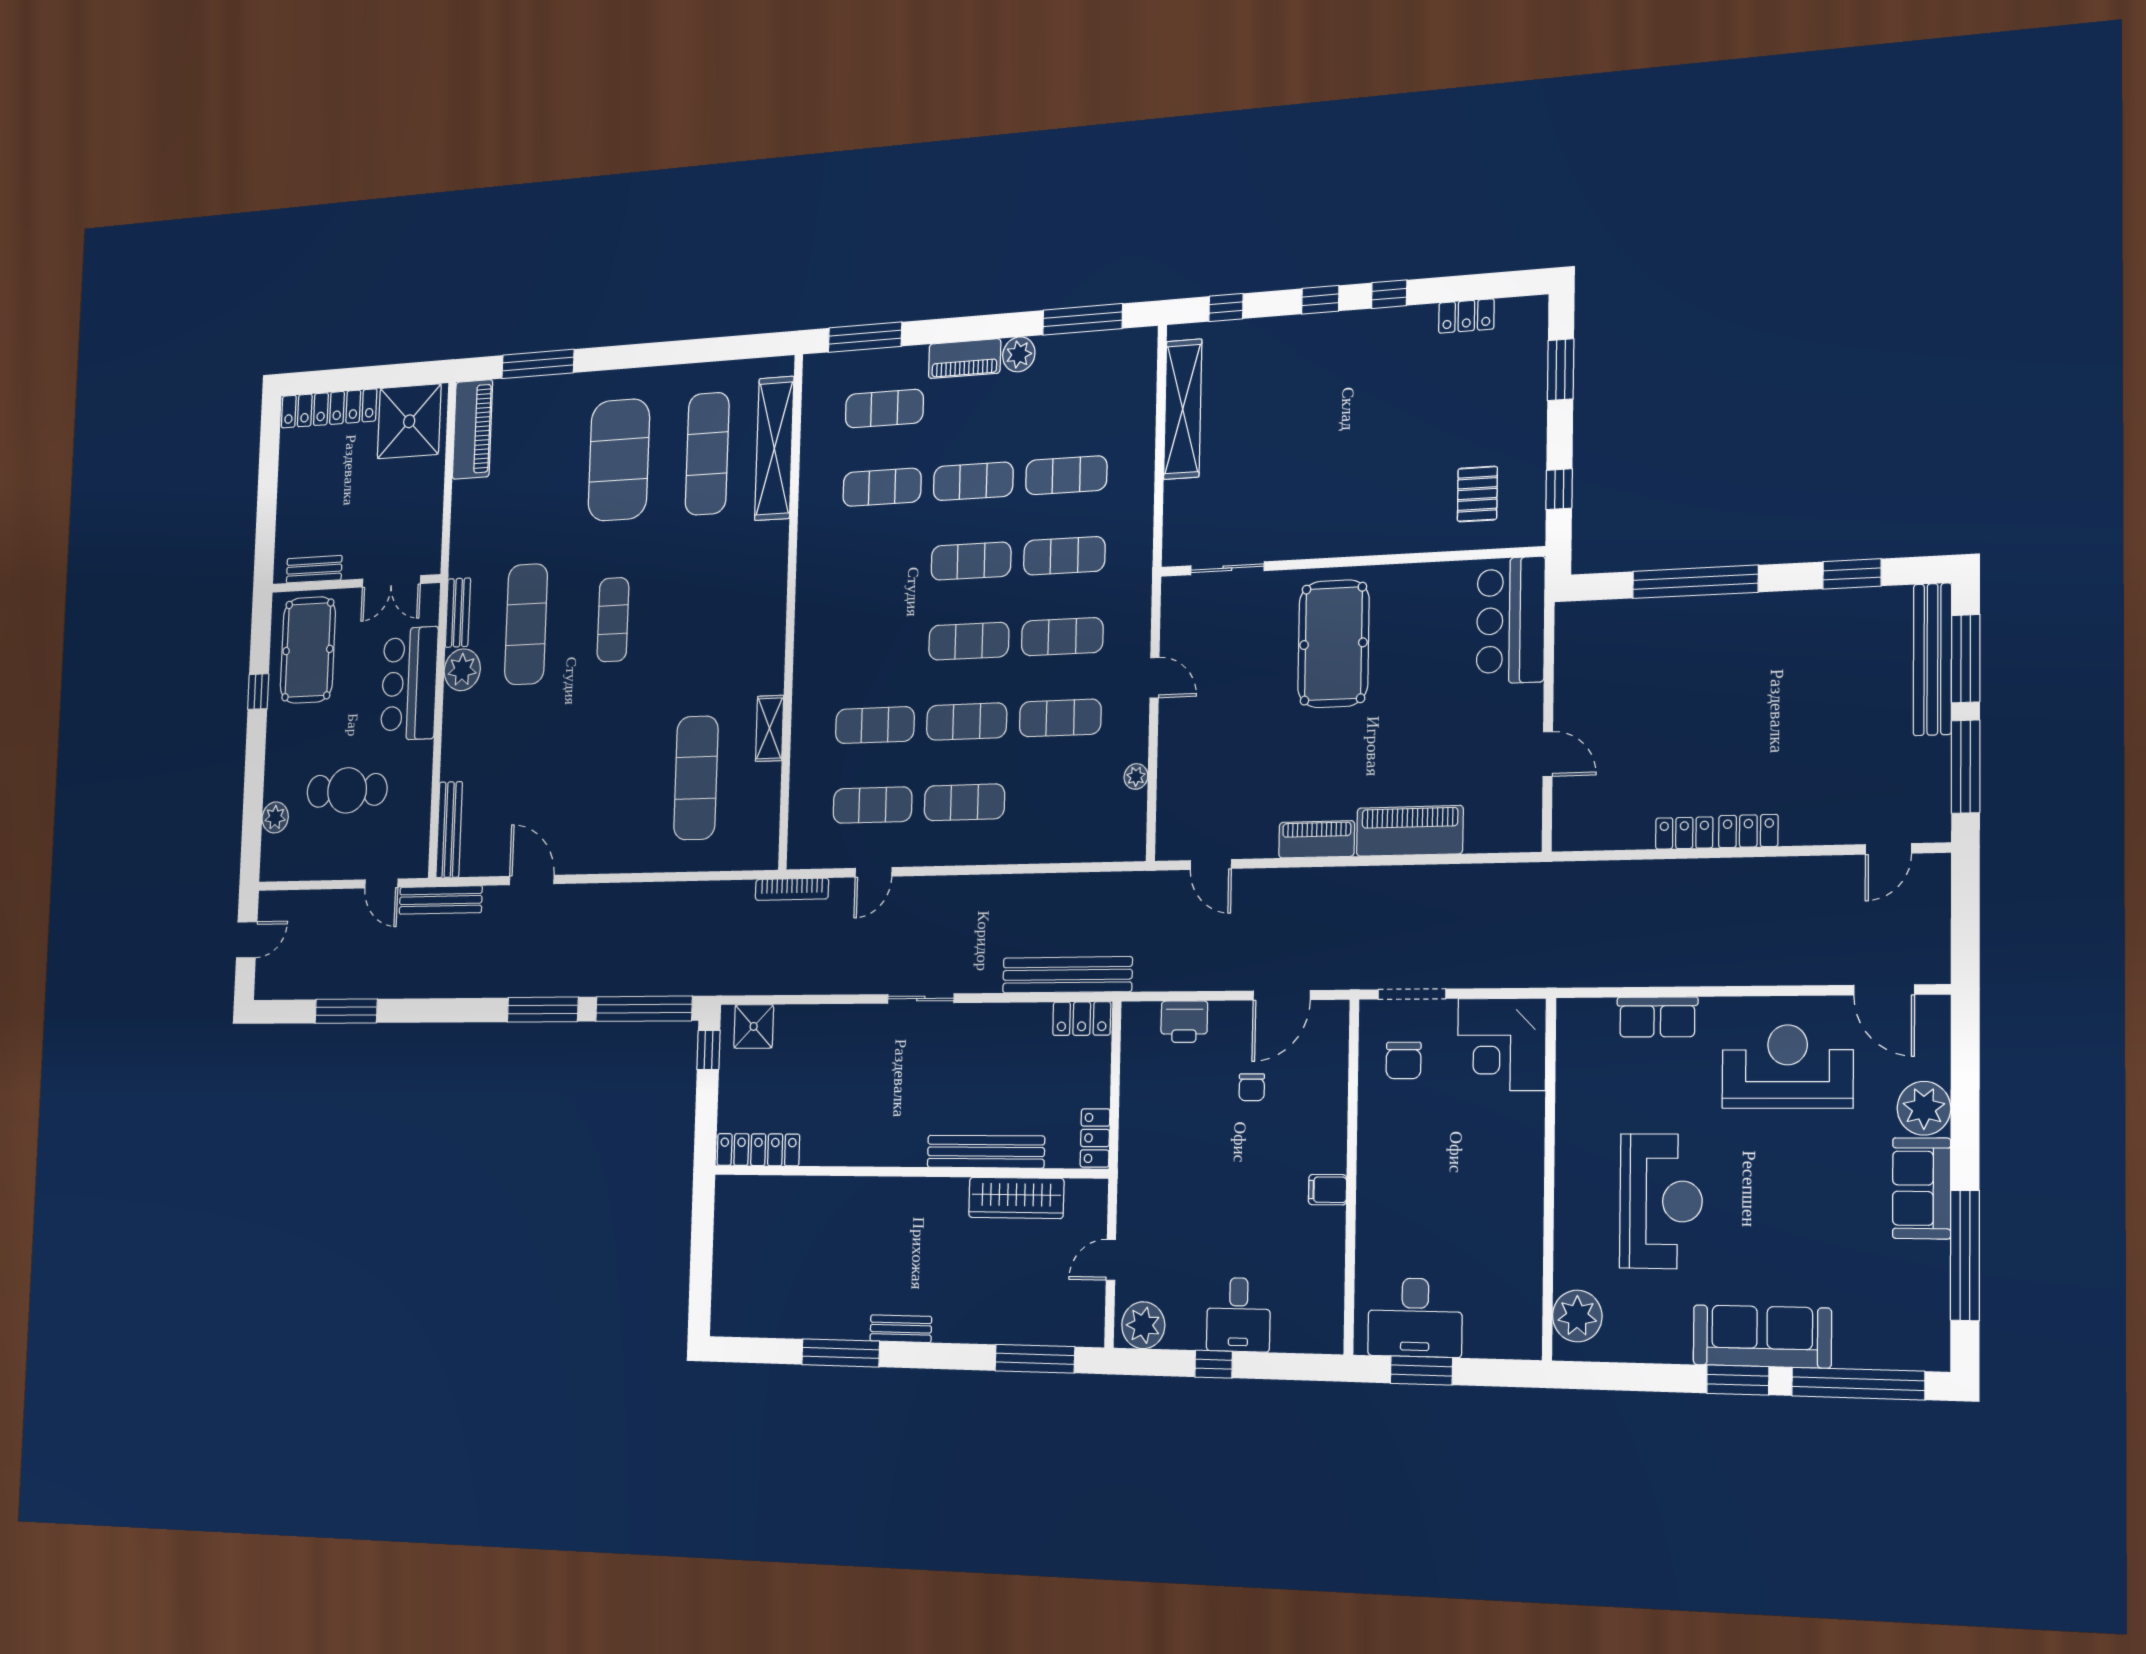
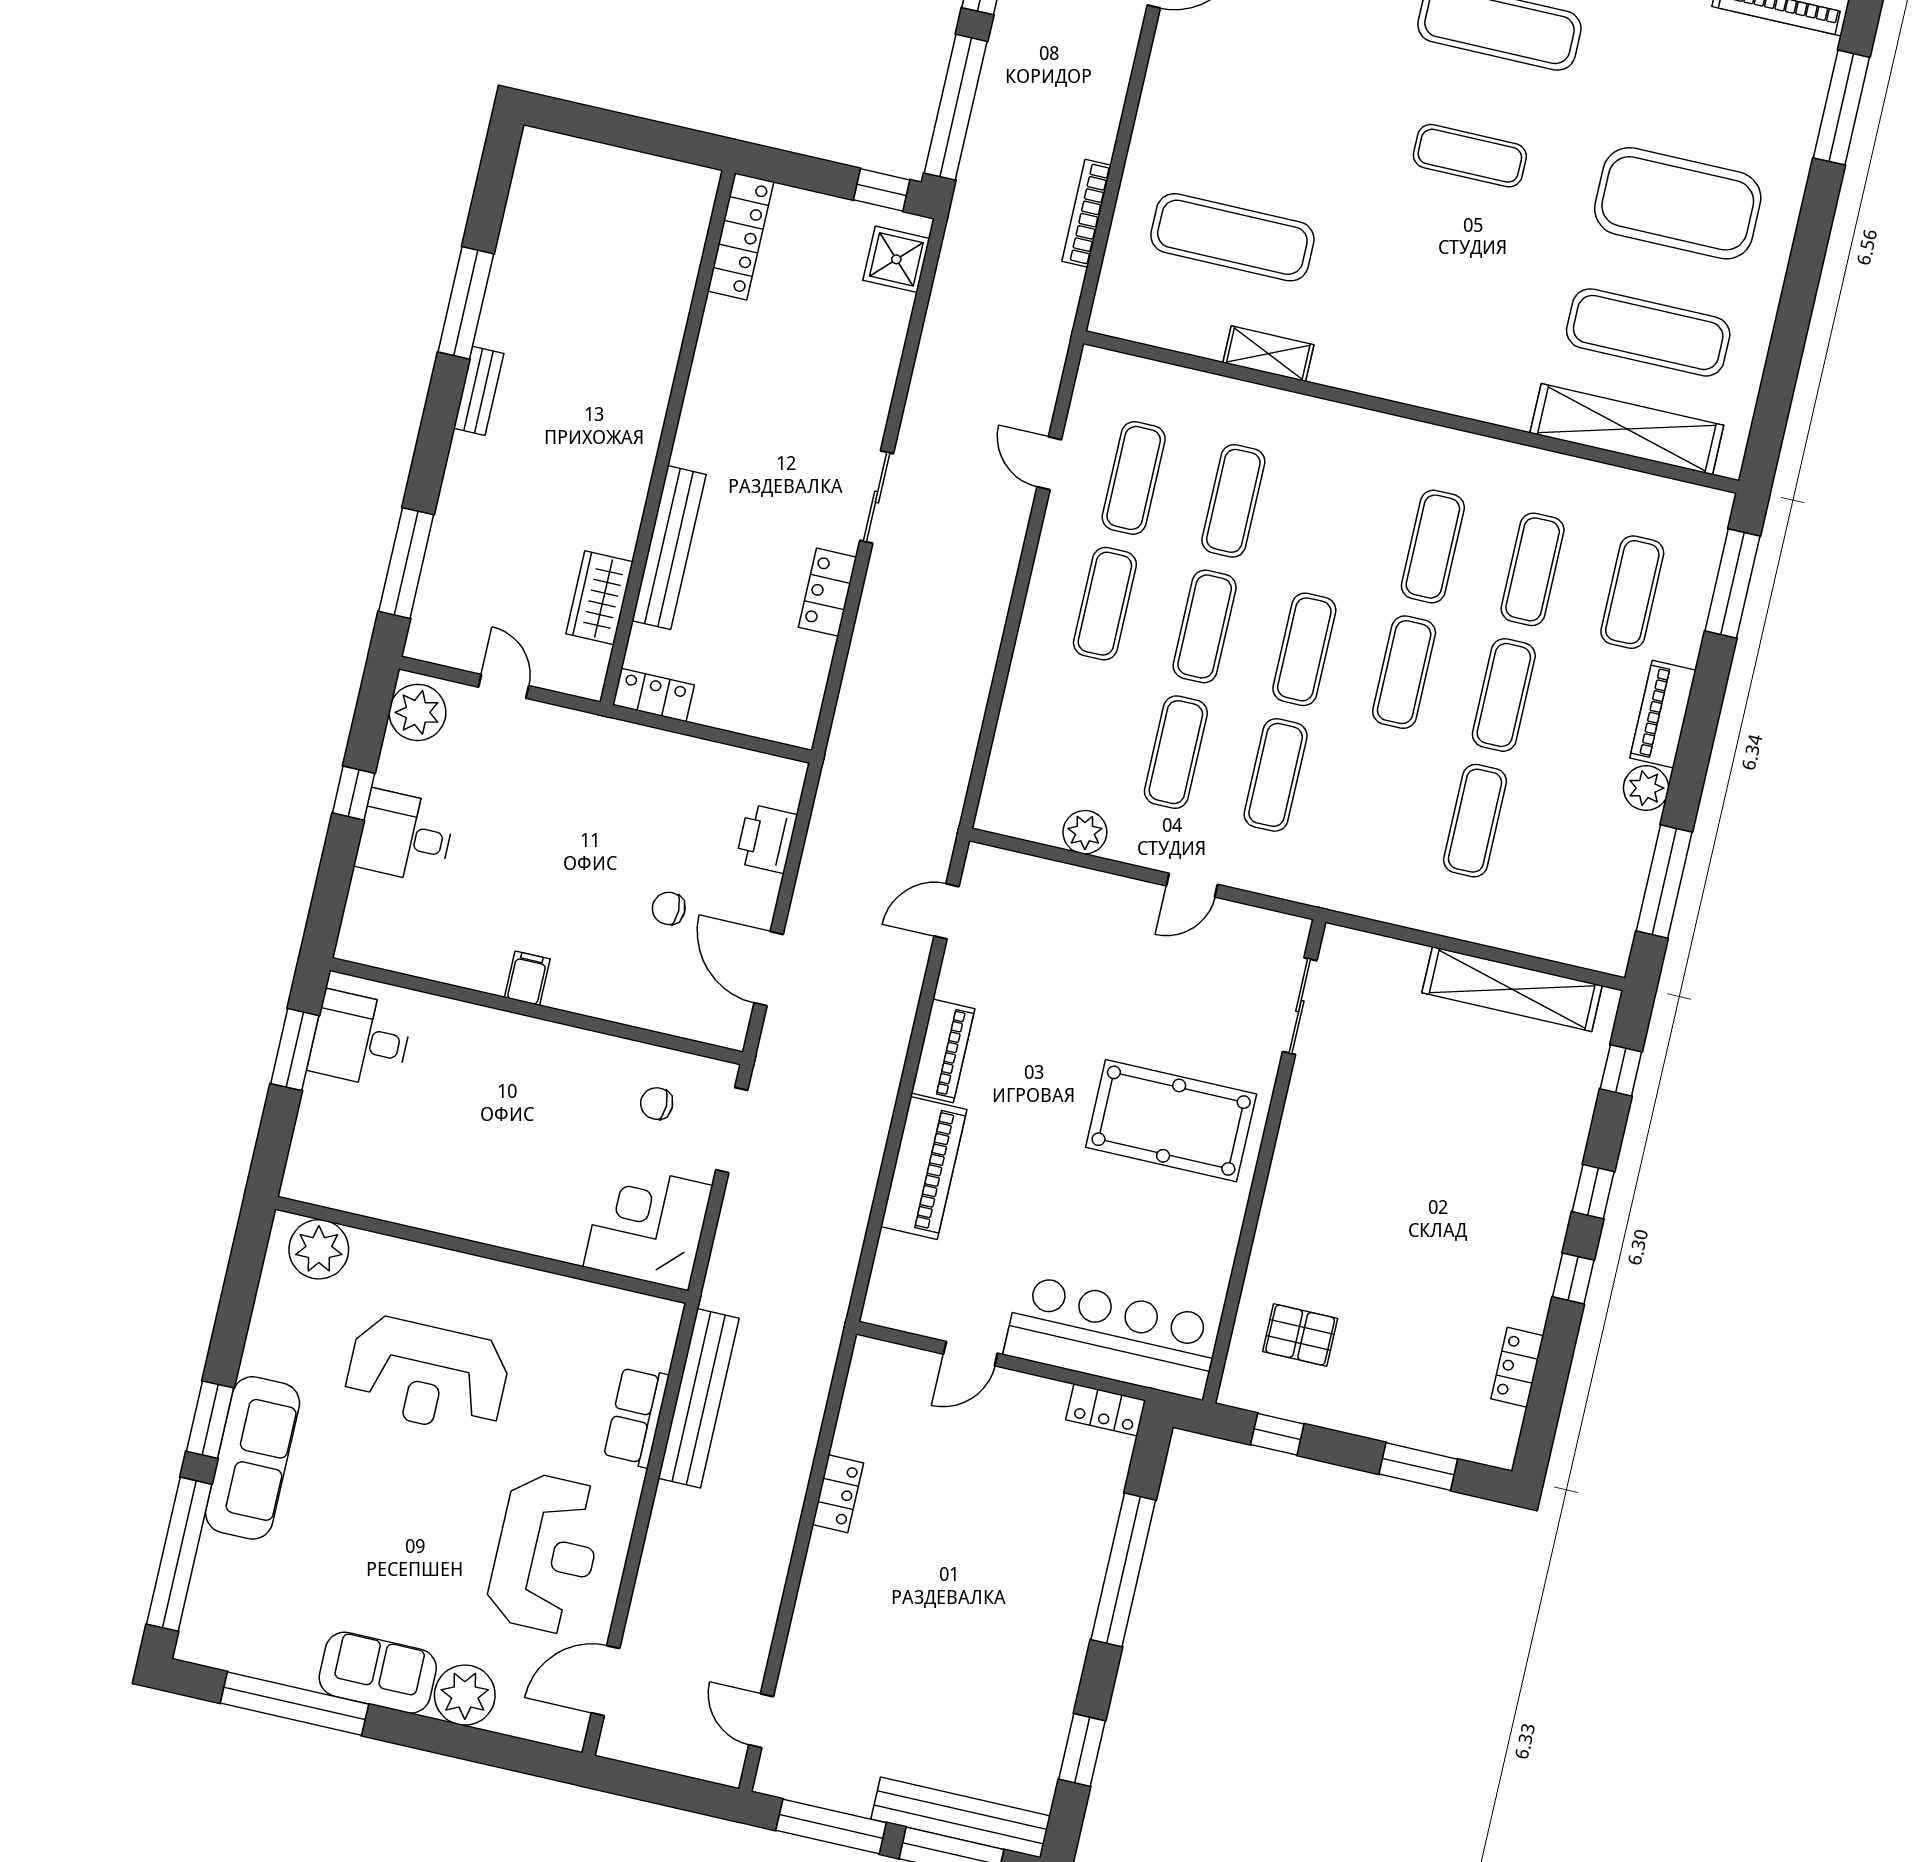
exercise mat: (1064, 556) -> (1433, 547), moved
bar counter: (1511, 620) -> (1112, 1337), width x1.36
plant: (1136, 776) -> (1085, 832), width x1.38, depth x1.38
locker: (1748, 831) -> (1106, 1410), moved, turned 90
bookcase: (792, 889) -> (1087, 213), moved
bench: (1067, 975) -> (699, 1398), moved
locker: (1082, 1019) -> (828, 592), moved
chair: (1404, 1061) -> (657, 1104), width x0.73, depth x0.73
wardrobe: (1016, 1198) -> (600, 598), width x0.67
desk: (1415, 1317) -> (361, 1039), width x0.73

